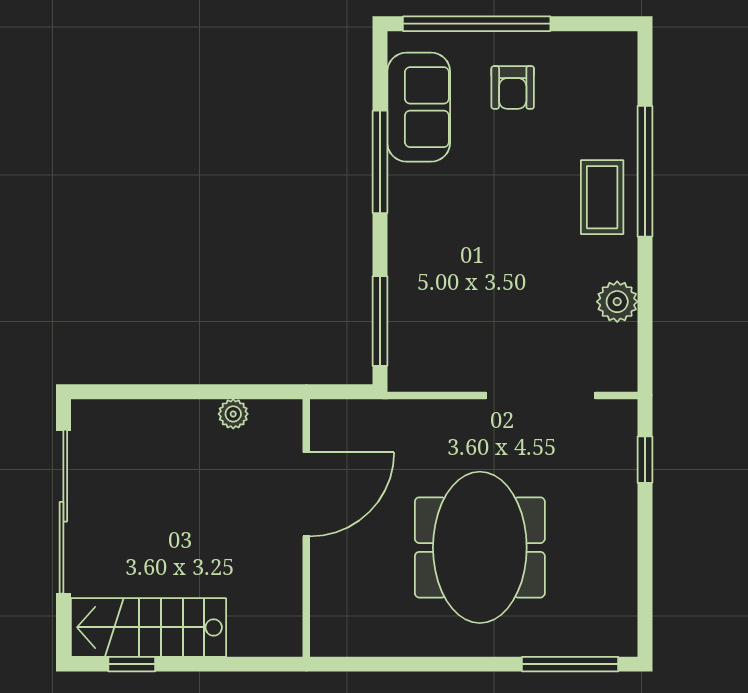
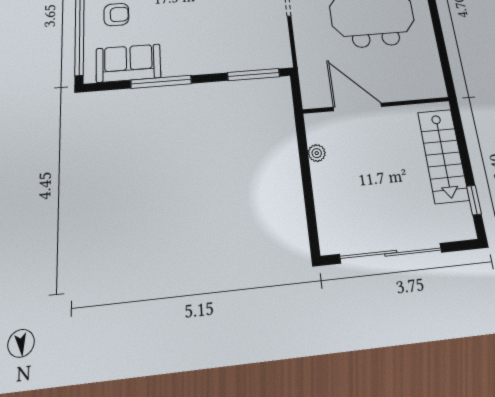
stairs: (148, 627) -> (443, 156), moved

